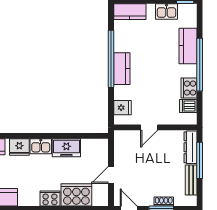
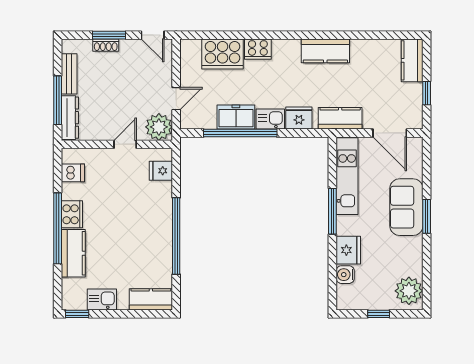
kitchen counter: (122, 69) -> (162, 223), removed
cooker: (189, 88) -> (72, 214), moved
window: (63, 136) -> (240, 133), added
plant: (124, 140) -> (159, 127), added
door: (111, 175) -> (176, 99), moved

